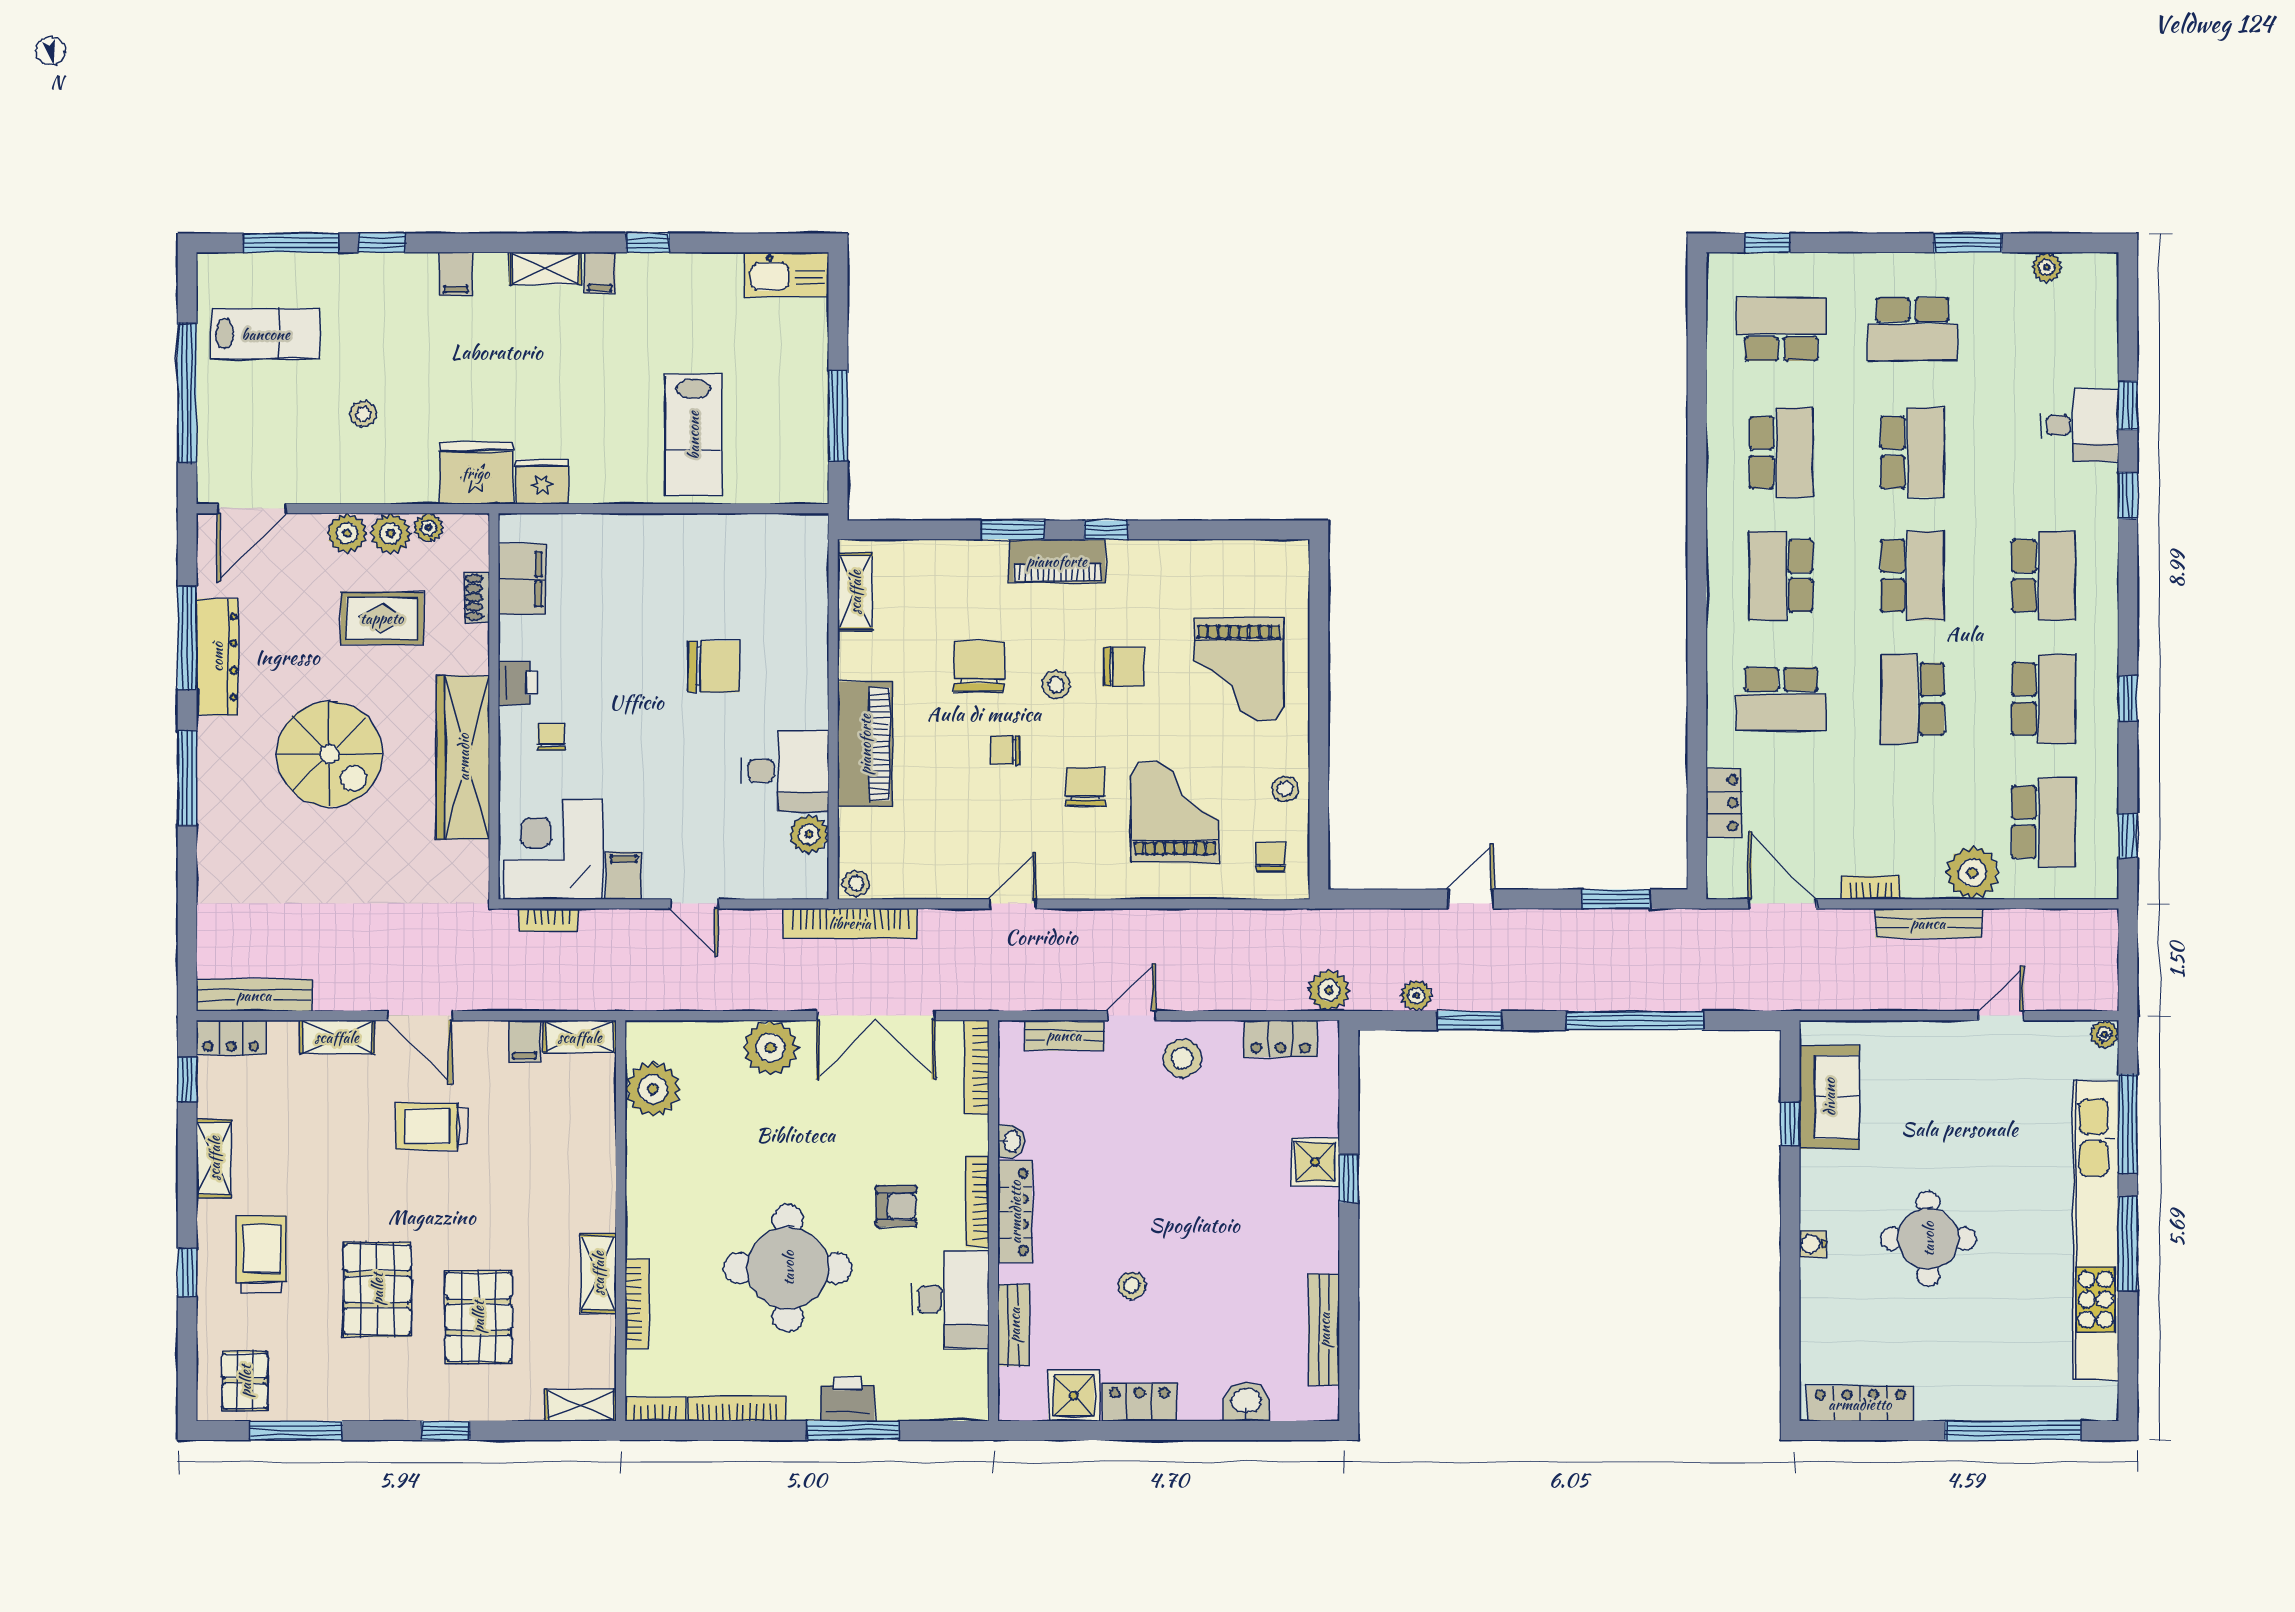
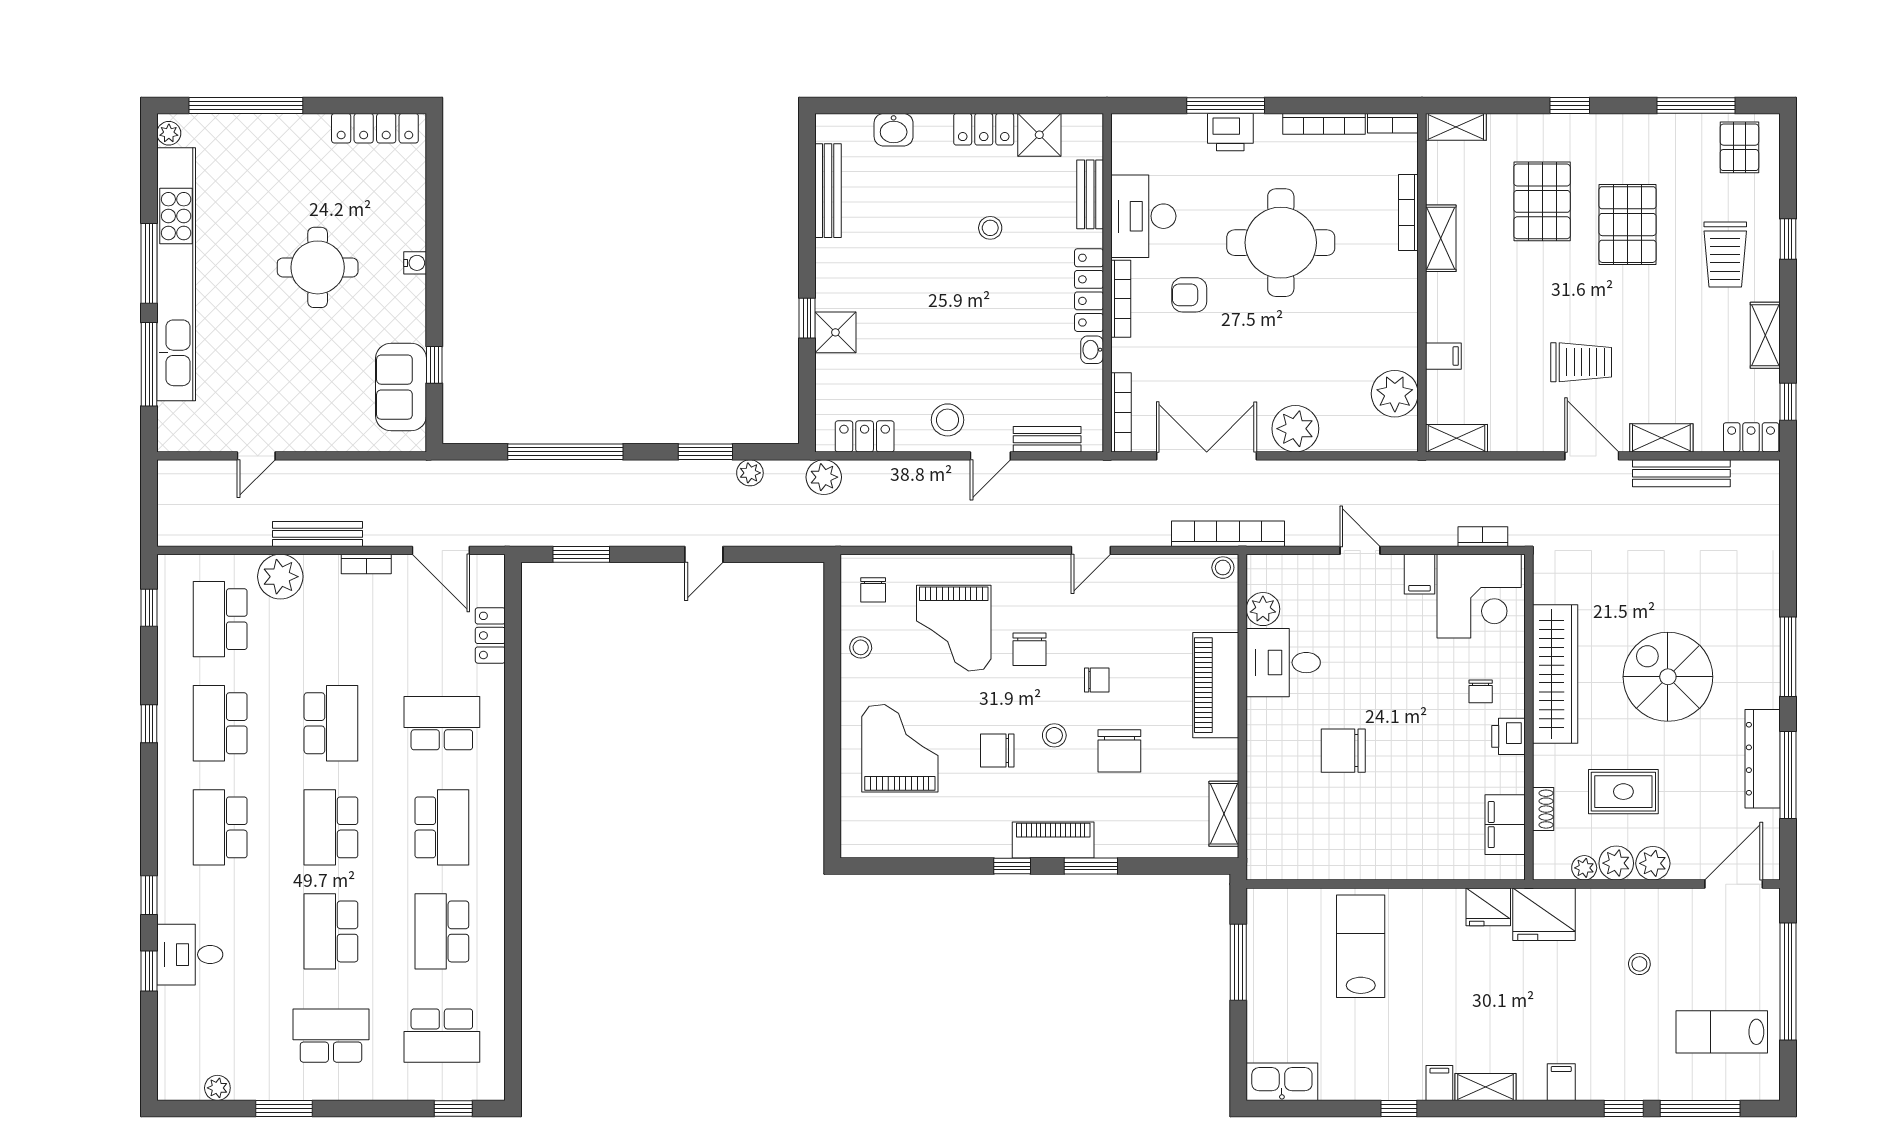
bench: (254, 995) -> (1681, 473), moved
plant: (2104, 1034) -> (169, 133), moved
filing cabinet: (525, 1041) -> (1443, 356), moved, turned 90

